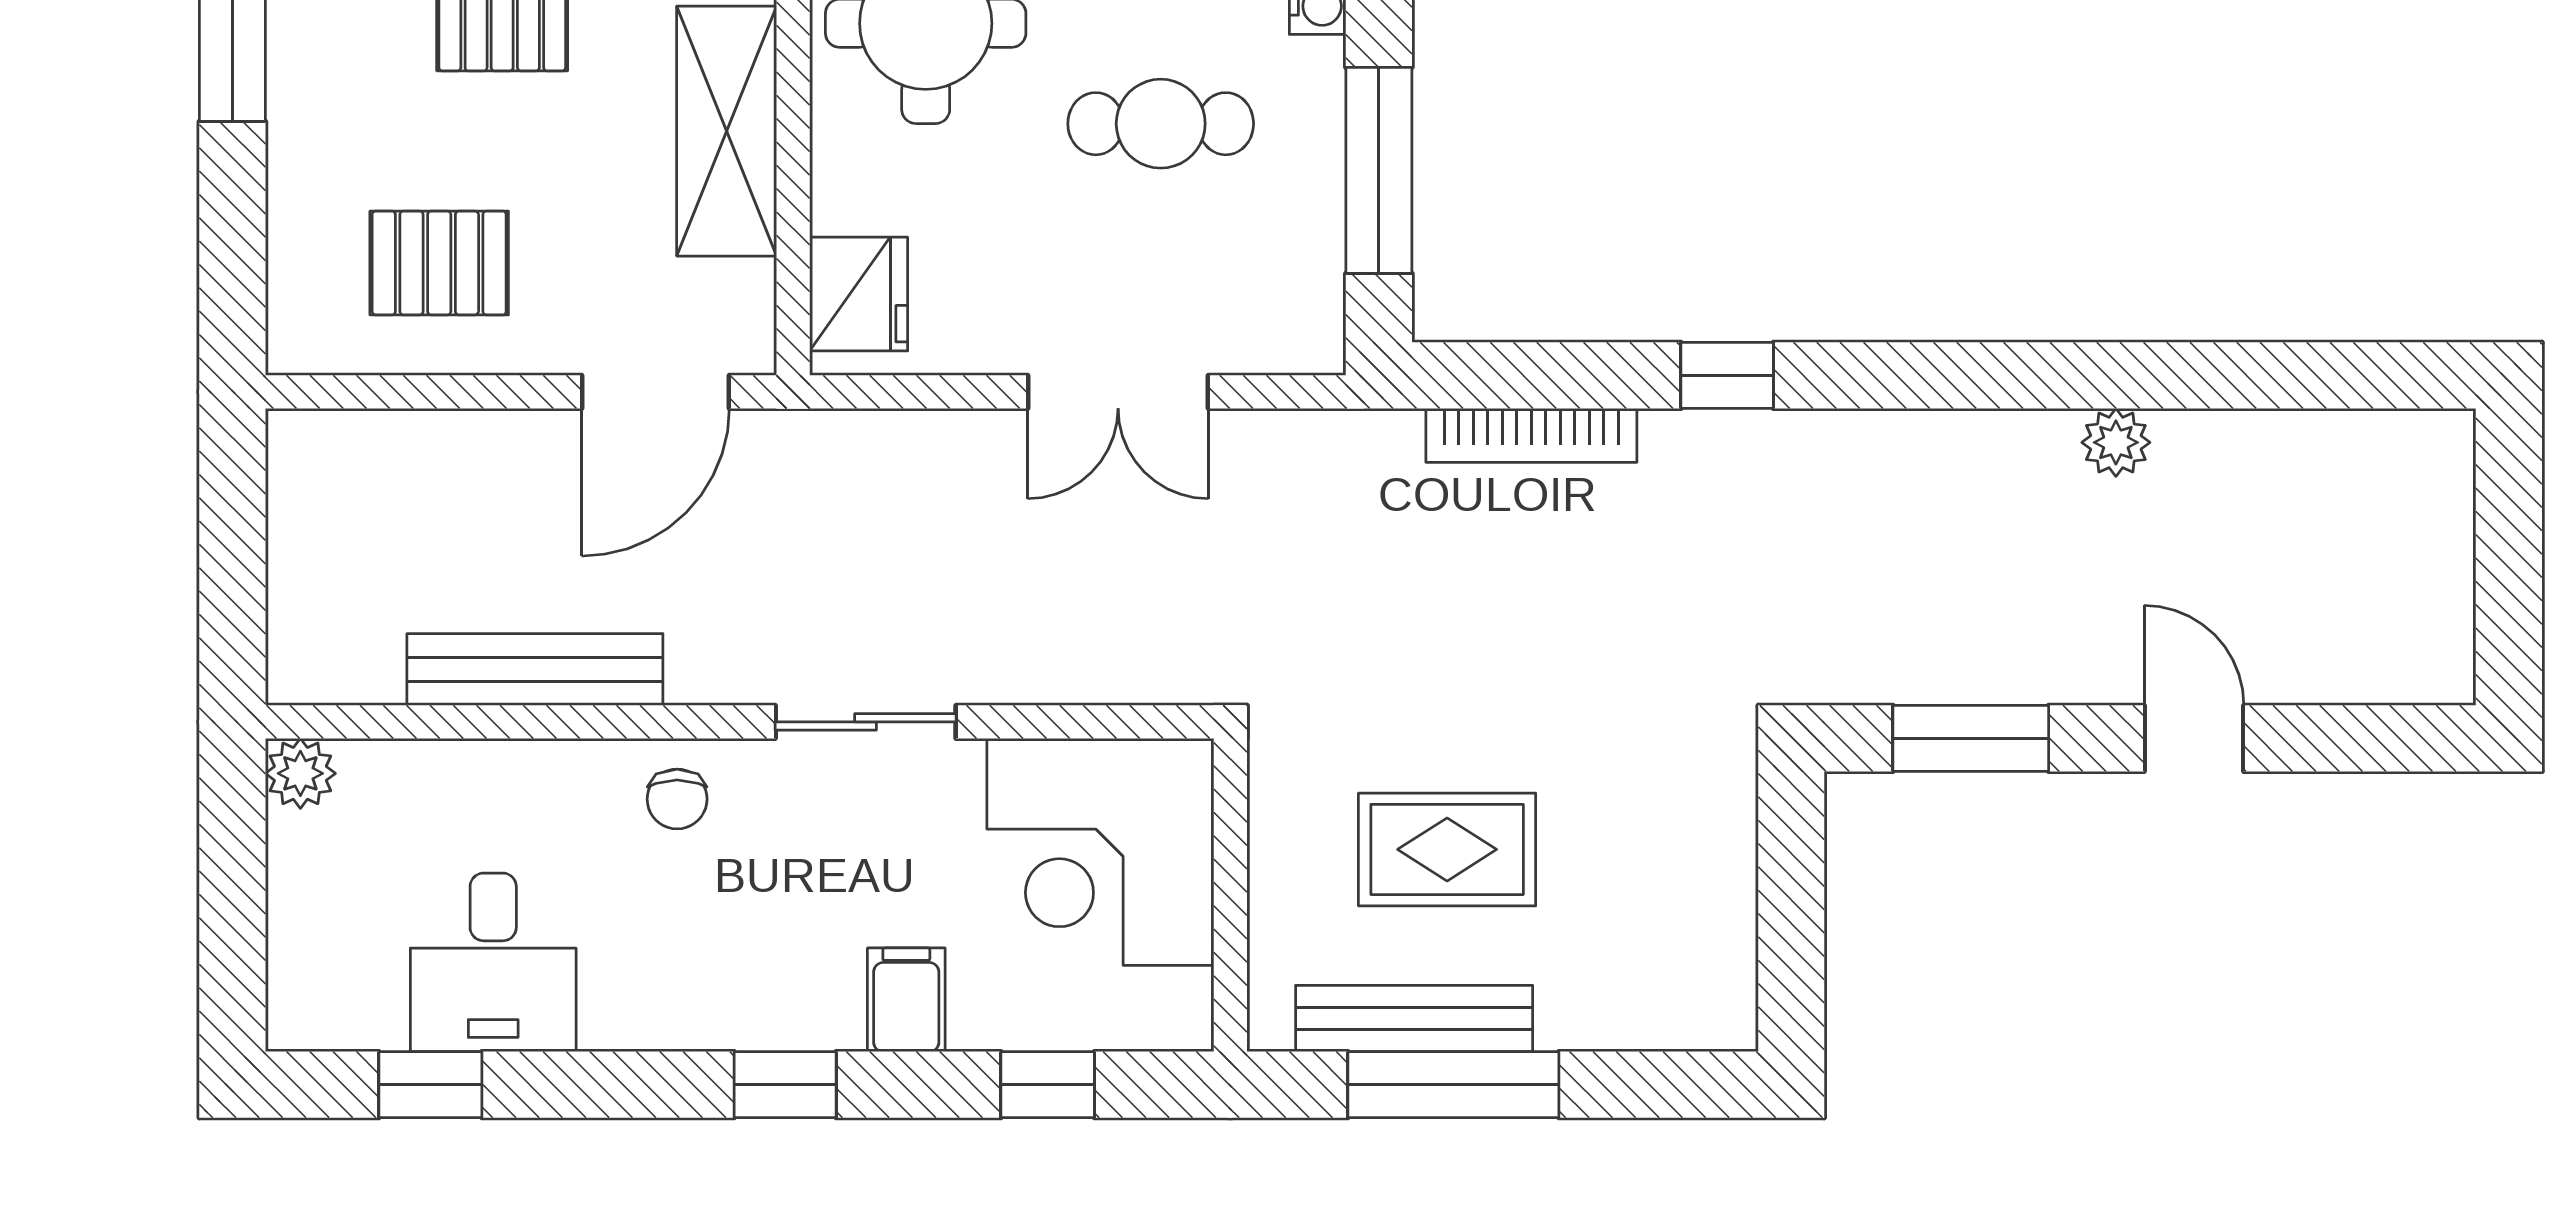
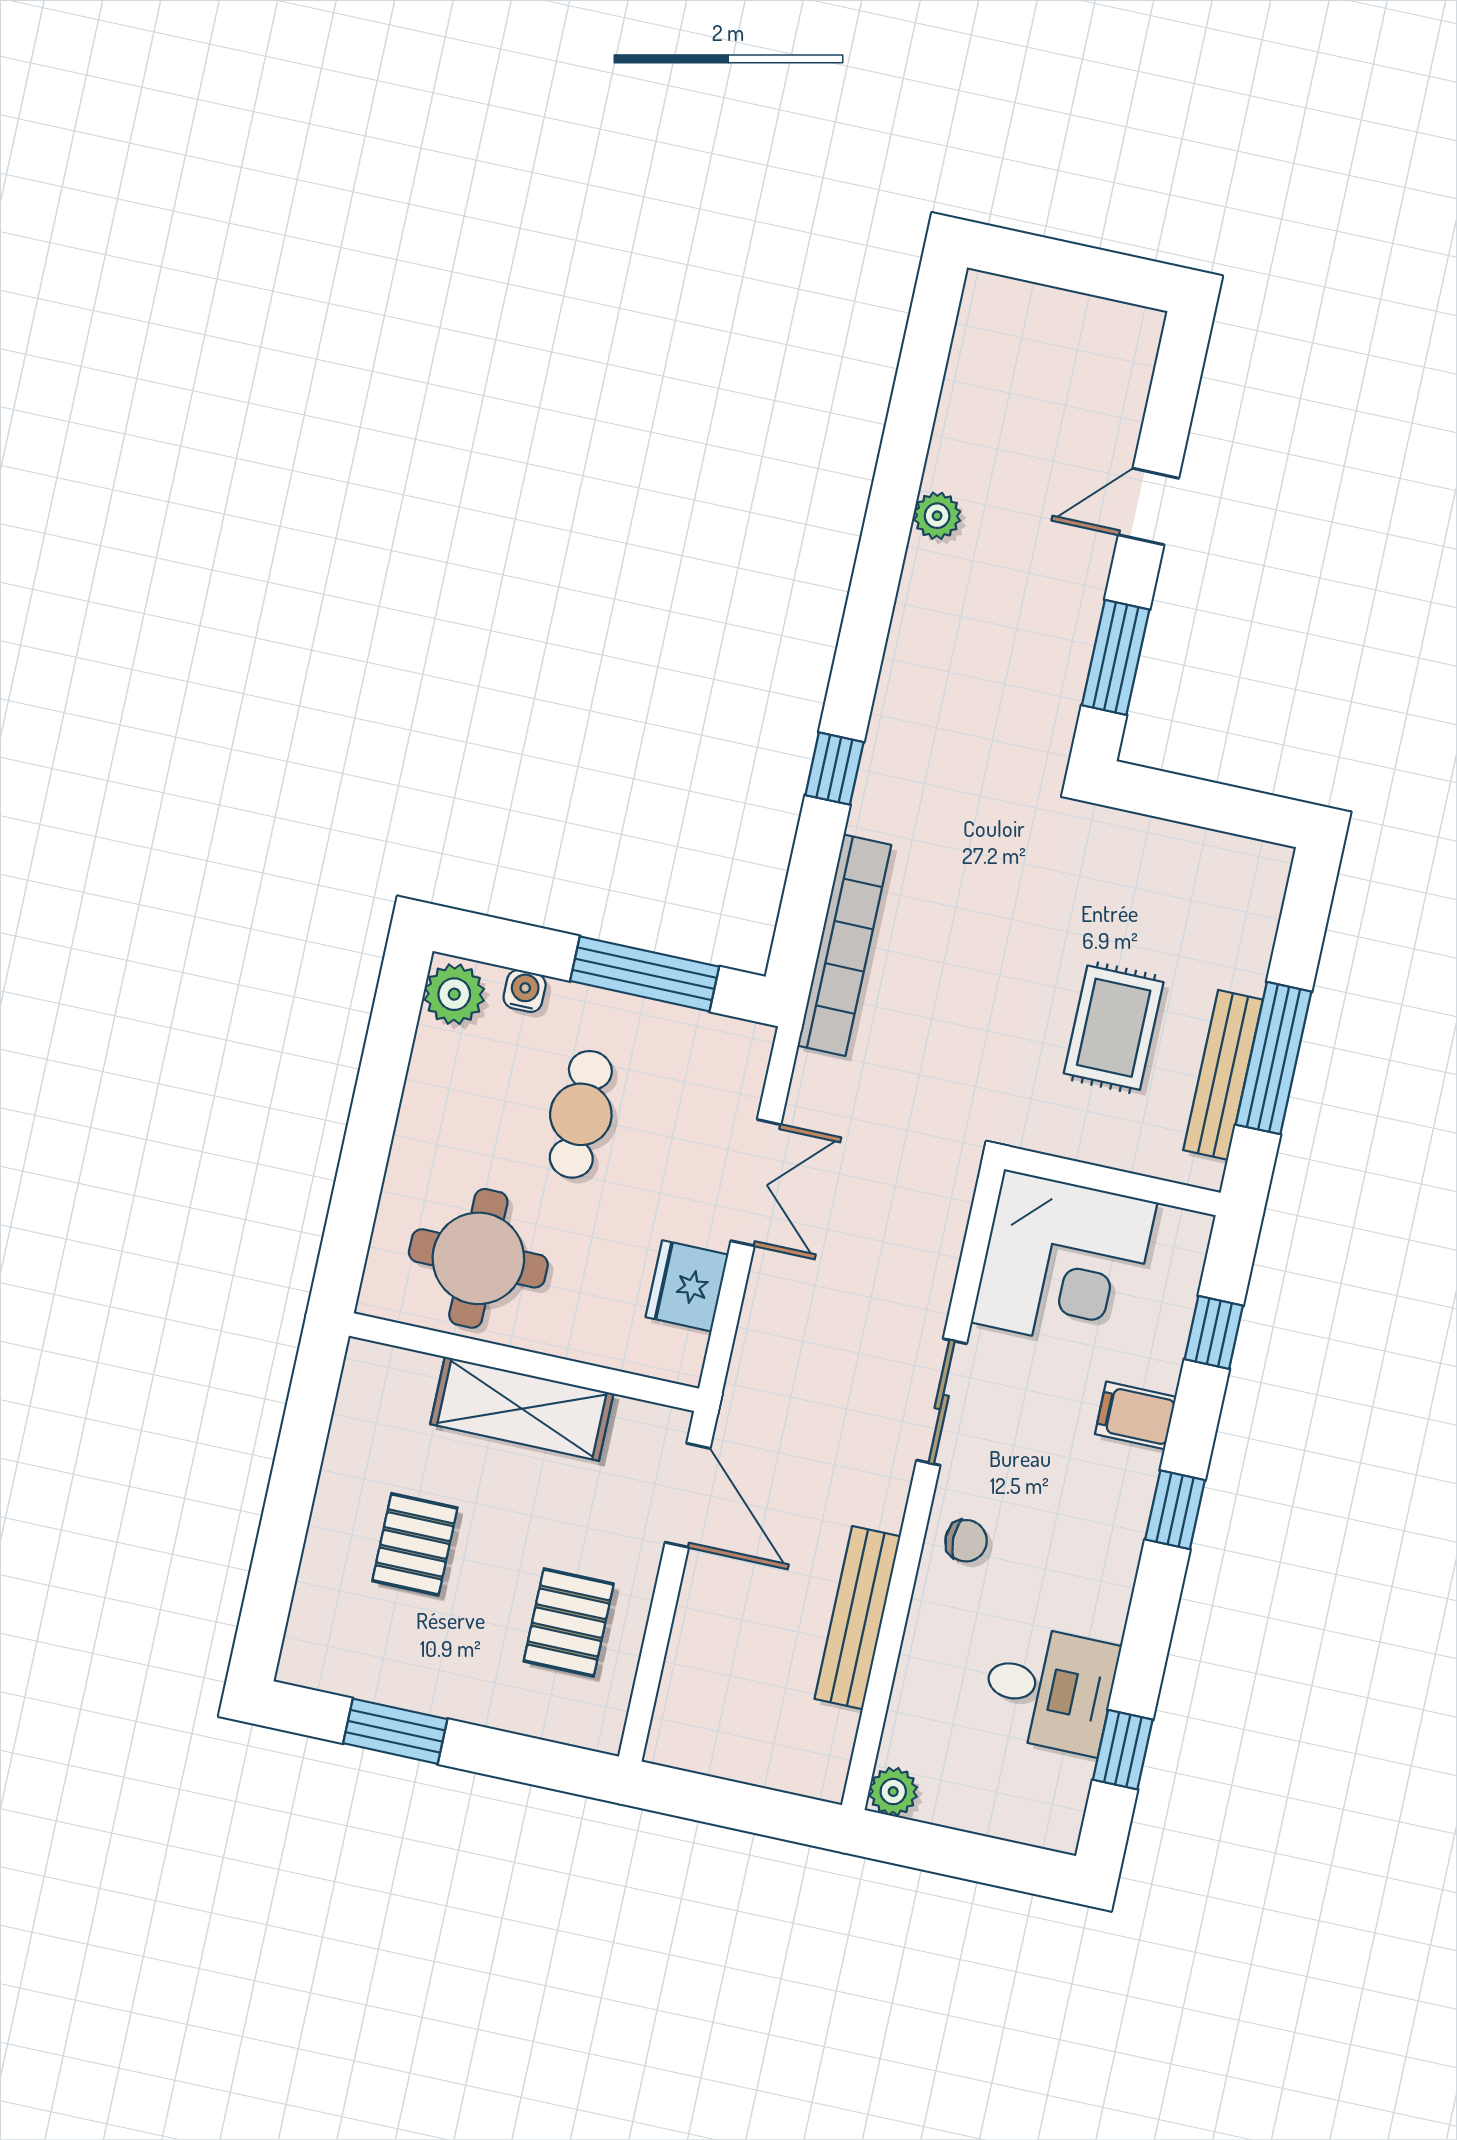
fridge: (859, 294) -> (687, 1286), moved, turned -90
bookcase: (1531, 435) -> (844, 945), width x1.48, depth x1.31

